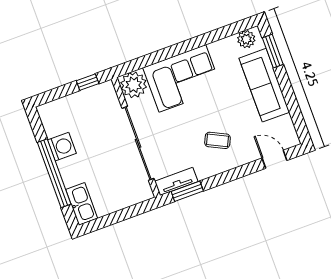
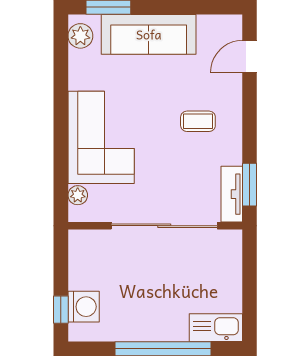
window: (88, 82) -> (61, 310), moved
plant: (134, 85) -> (78, 195), width x0.53, depth x0.53
coffee table: (217, 140) -> (198, 121), turned 64
washing machine: (62, 147) -> (84, 307), moved, turned 90

